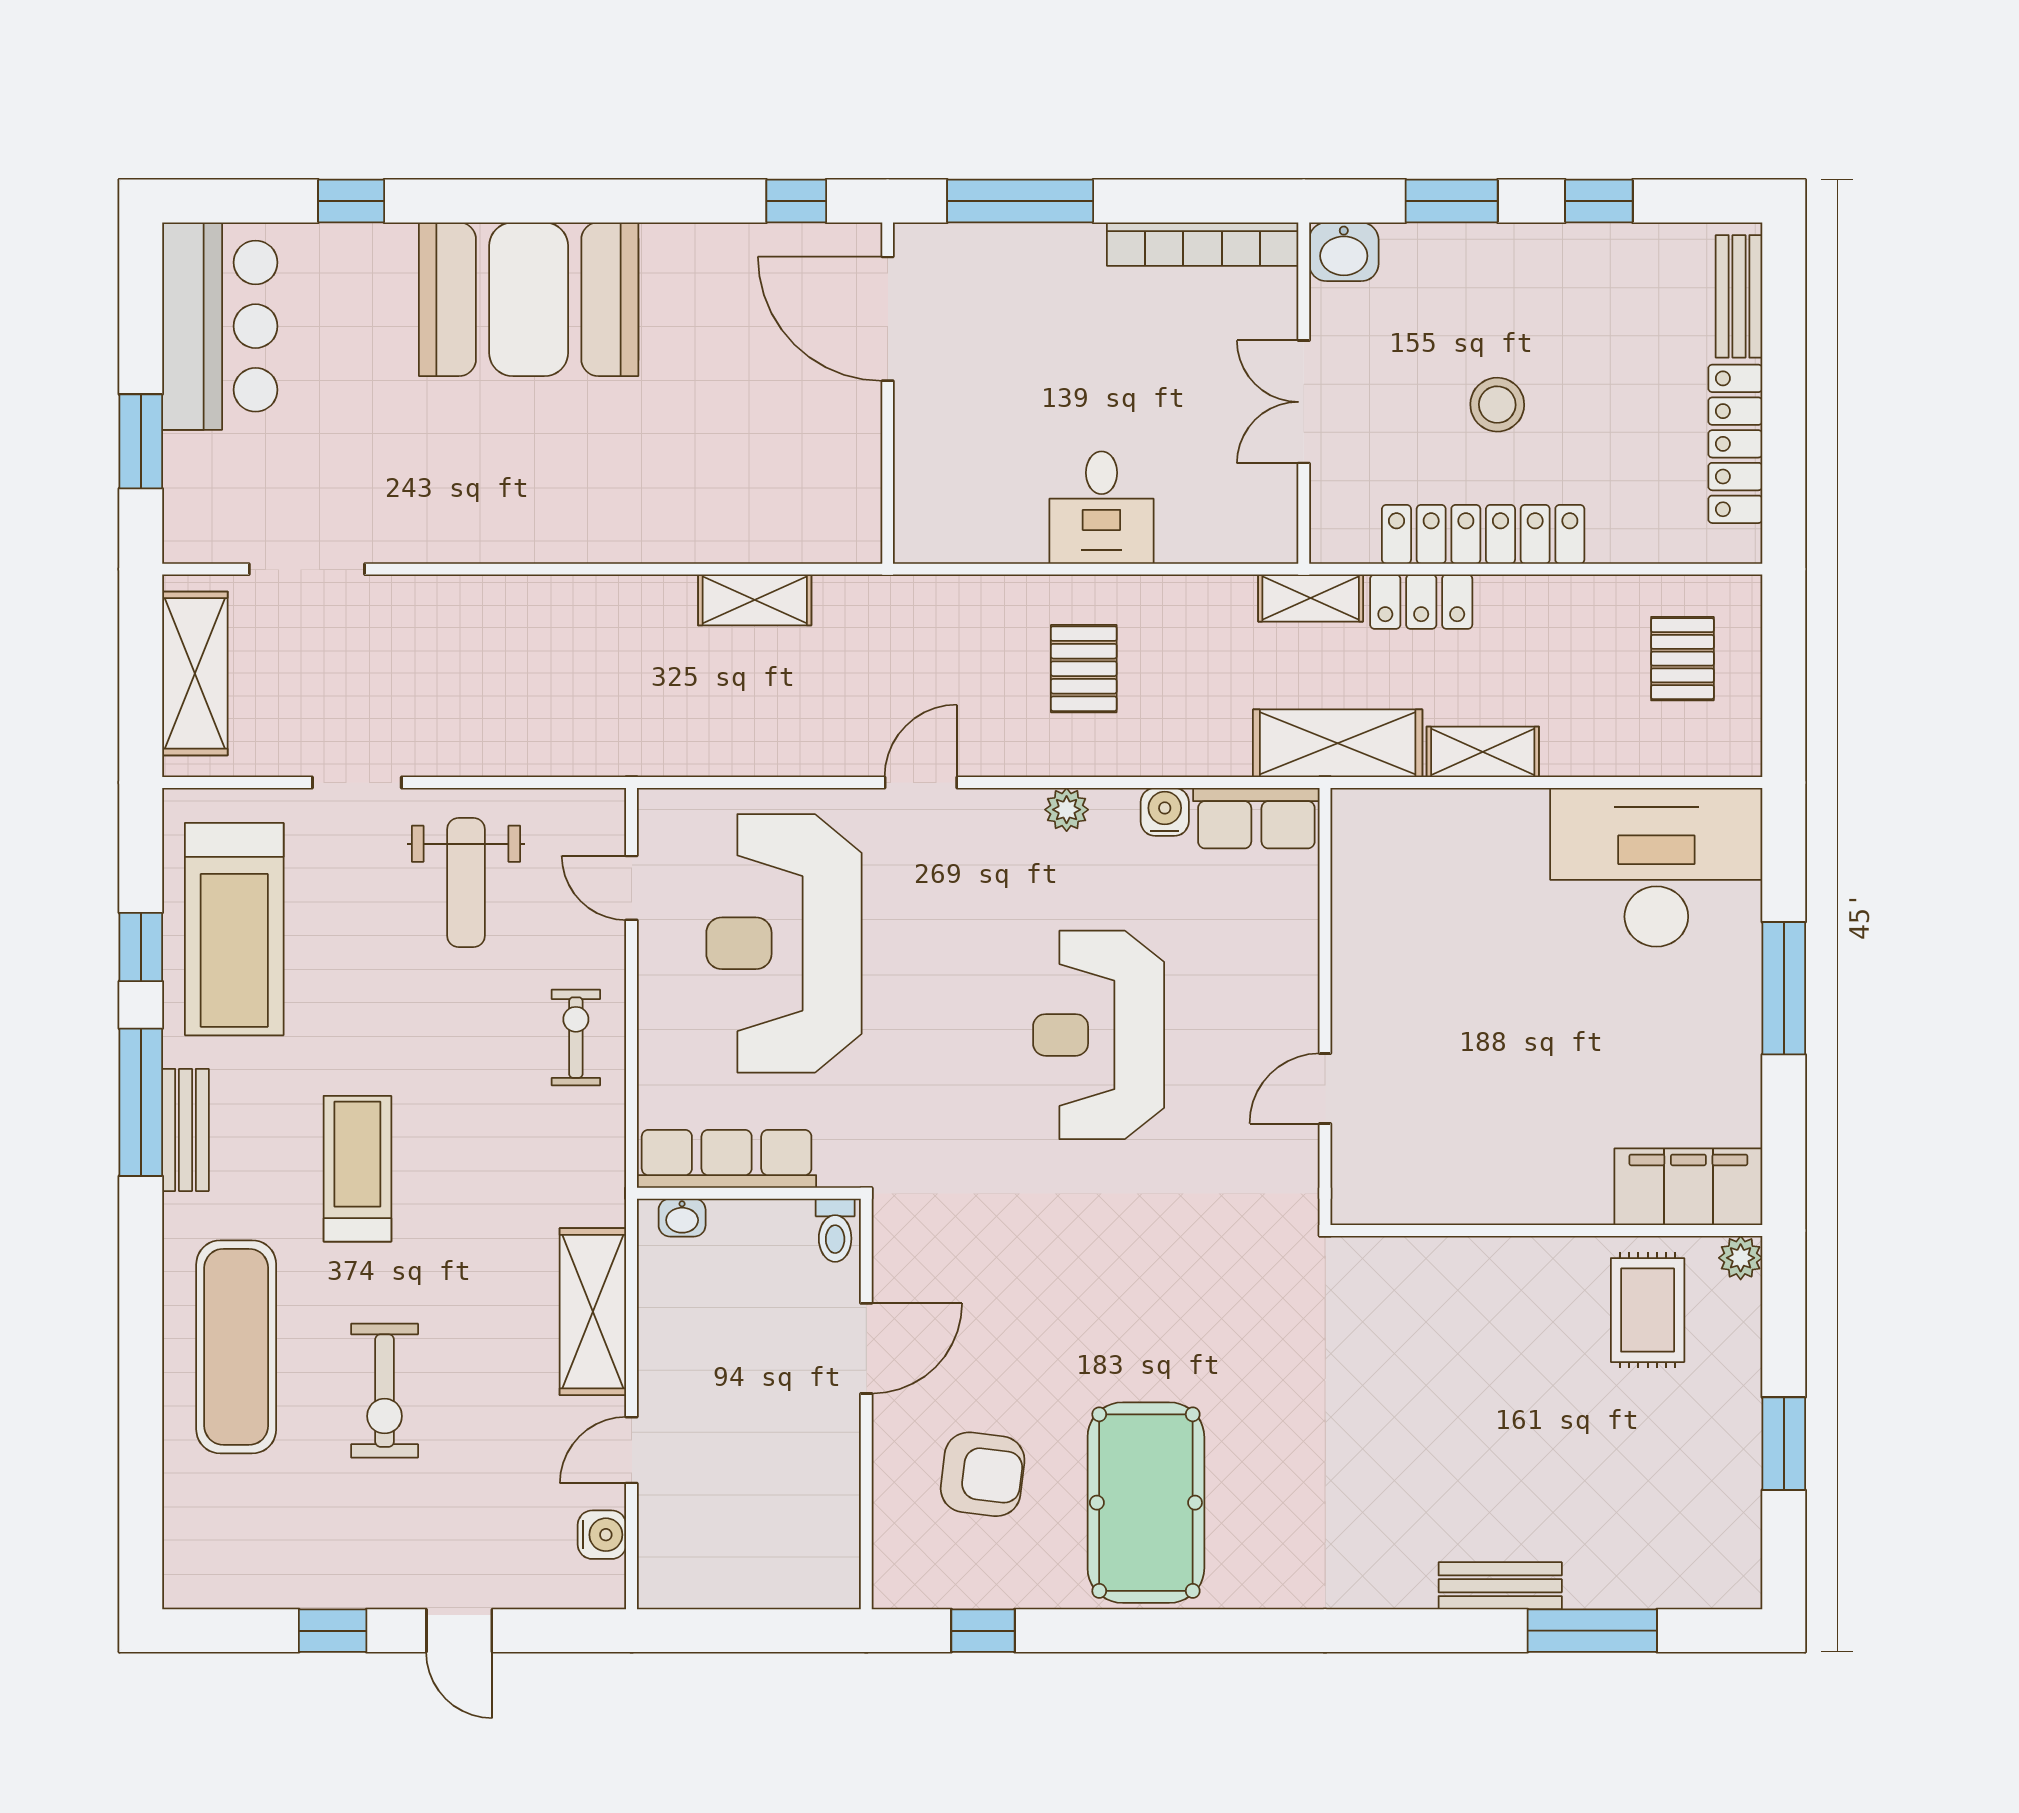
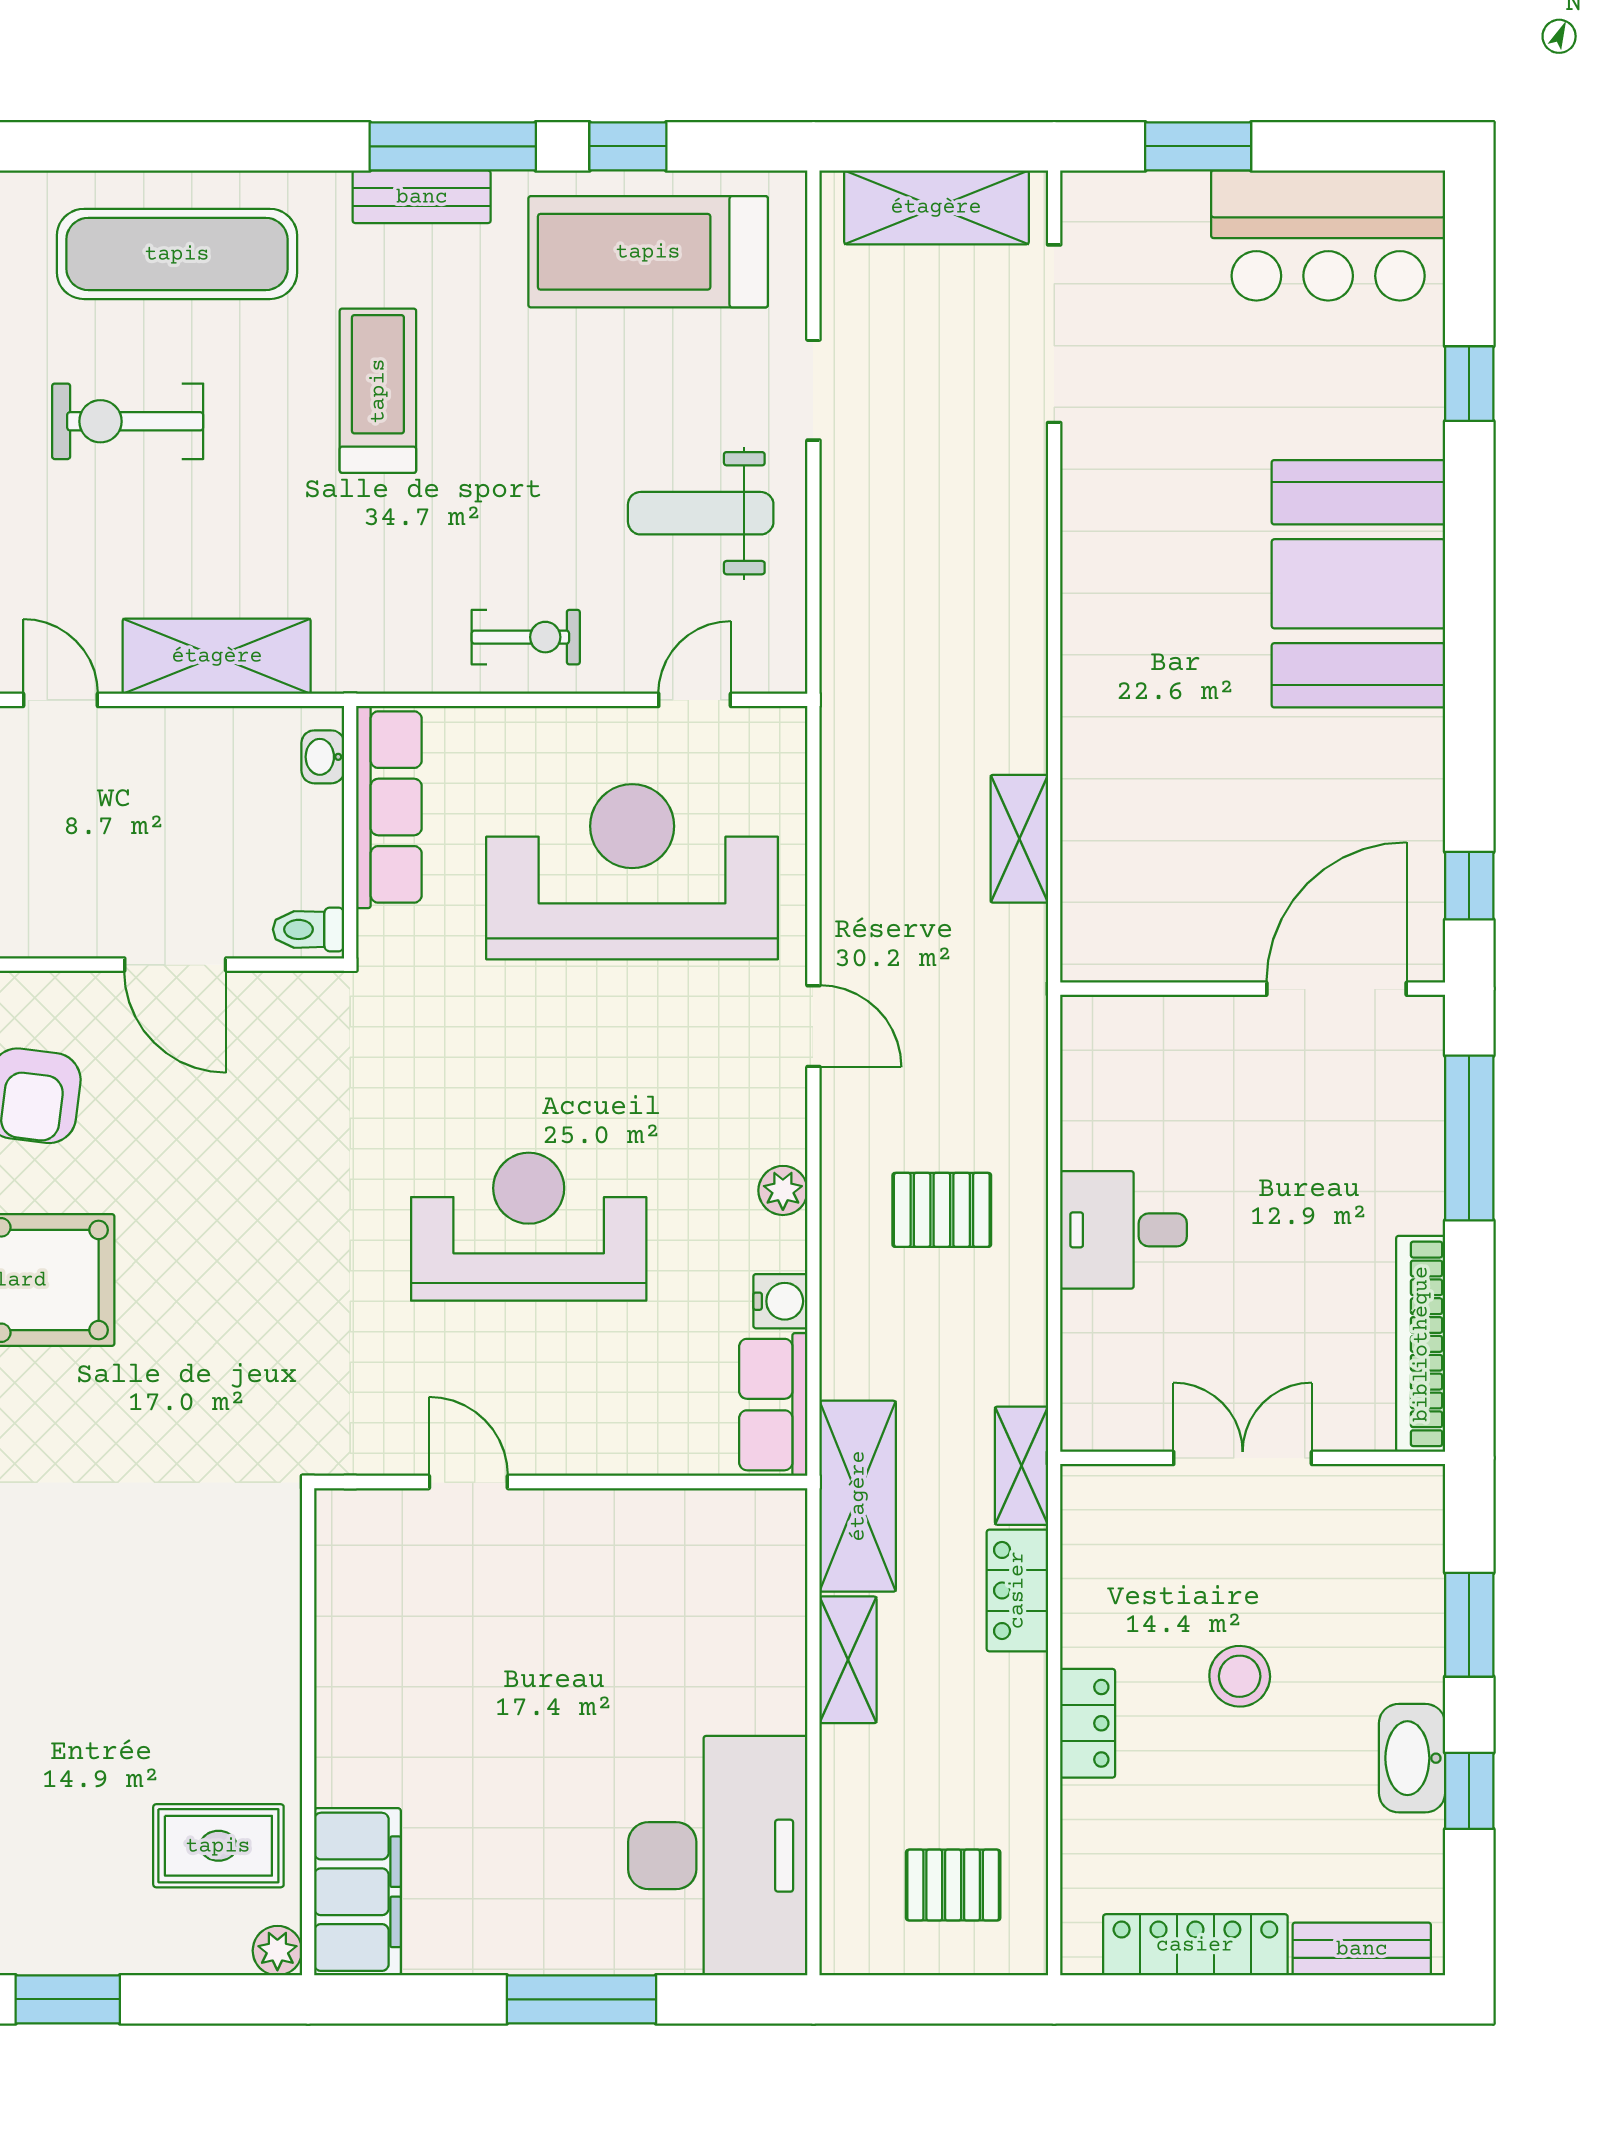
washbasin: (1344, 252) -> (1412, 1758), moved, width x1.38
locker: (1483, 534) -> (1088, 1723), width x0.46, depth x0.83
doorway: (307, 569) -> (1054, 334), width x1.36
treadmill: (357, 1169) -> (378, 391), turned -90

